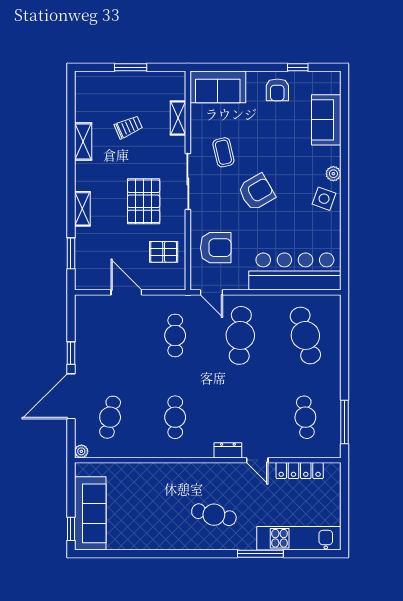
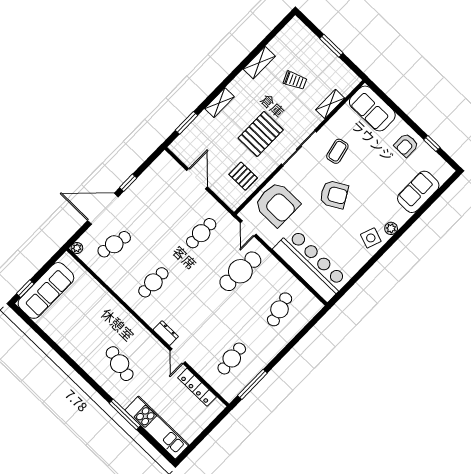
armchair: (216, 248) -> (277, 204), width x1.36, depth x1.36
cafe table: (305, 335) -> (280, 309), width x0.73, depth x0.74

